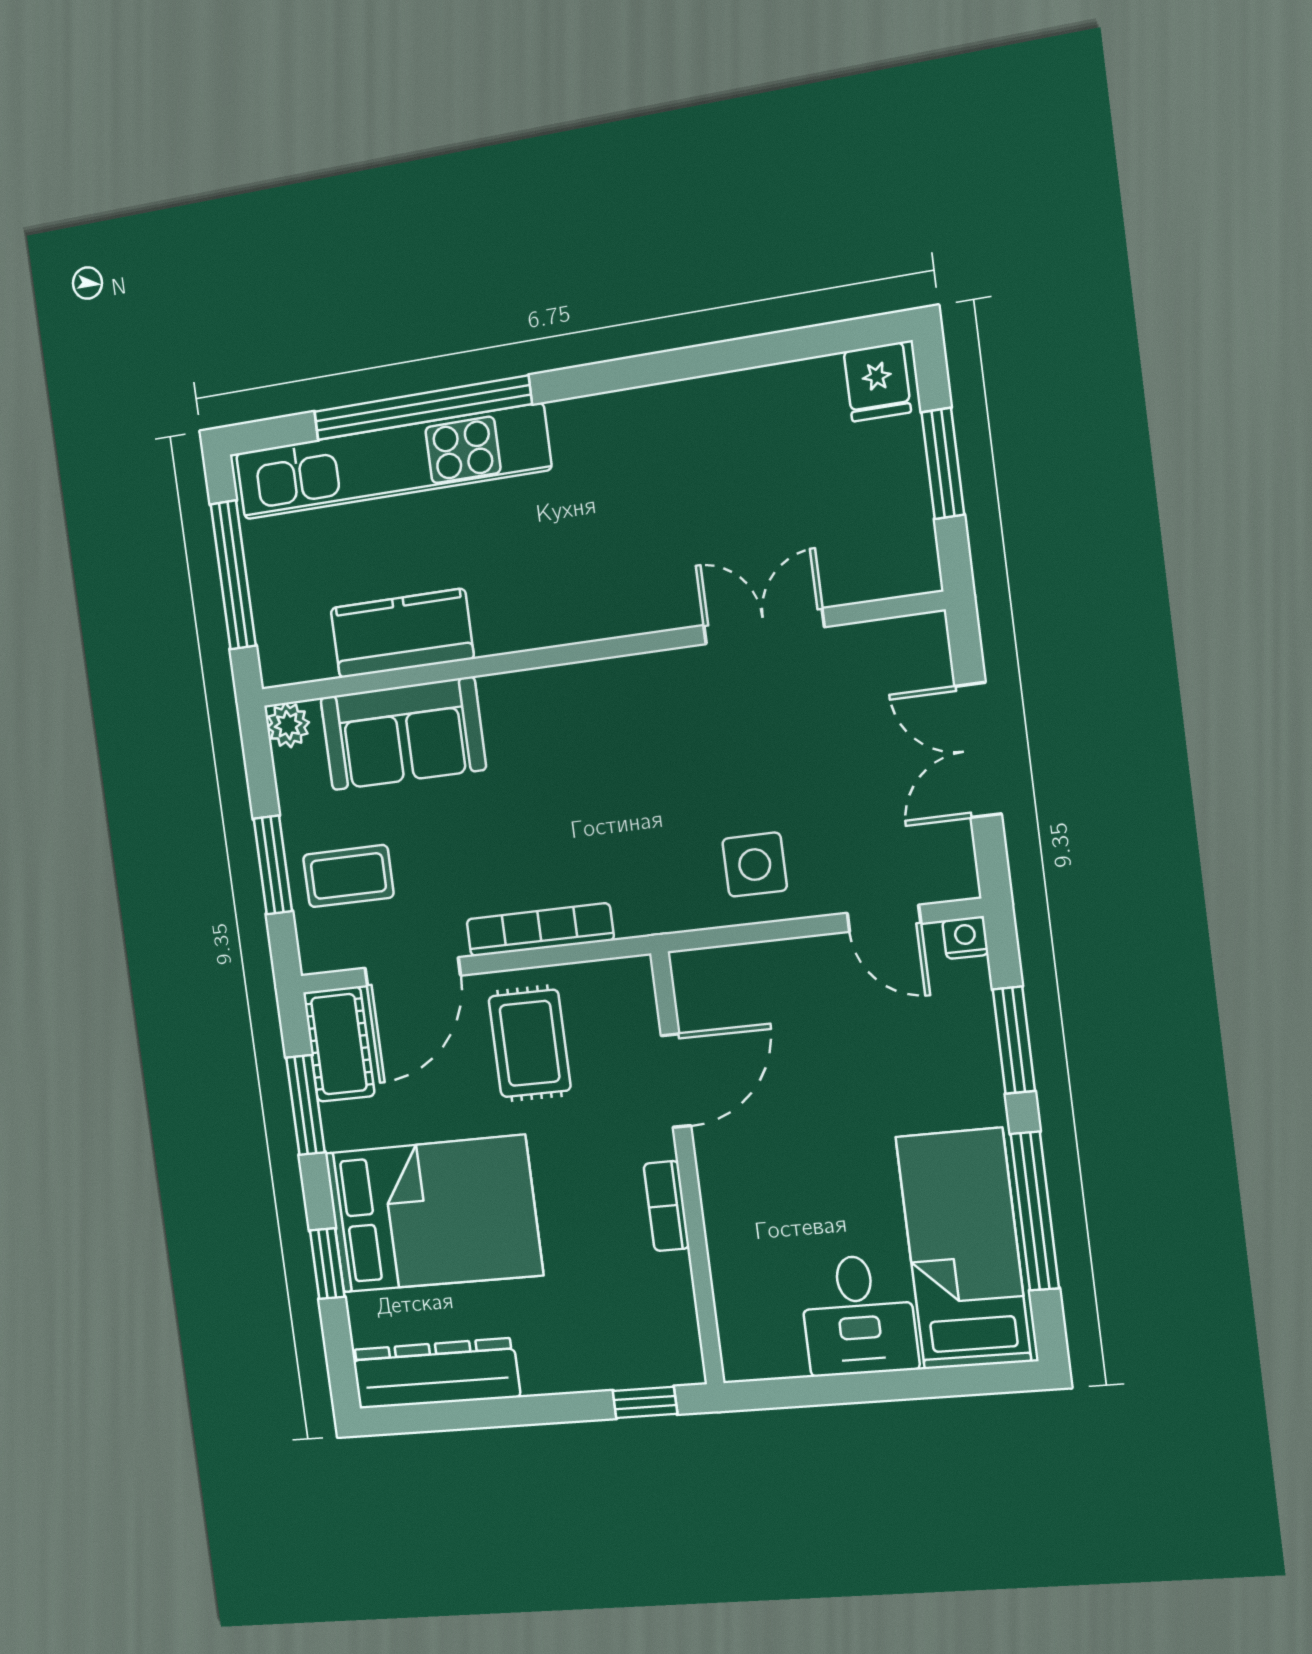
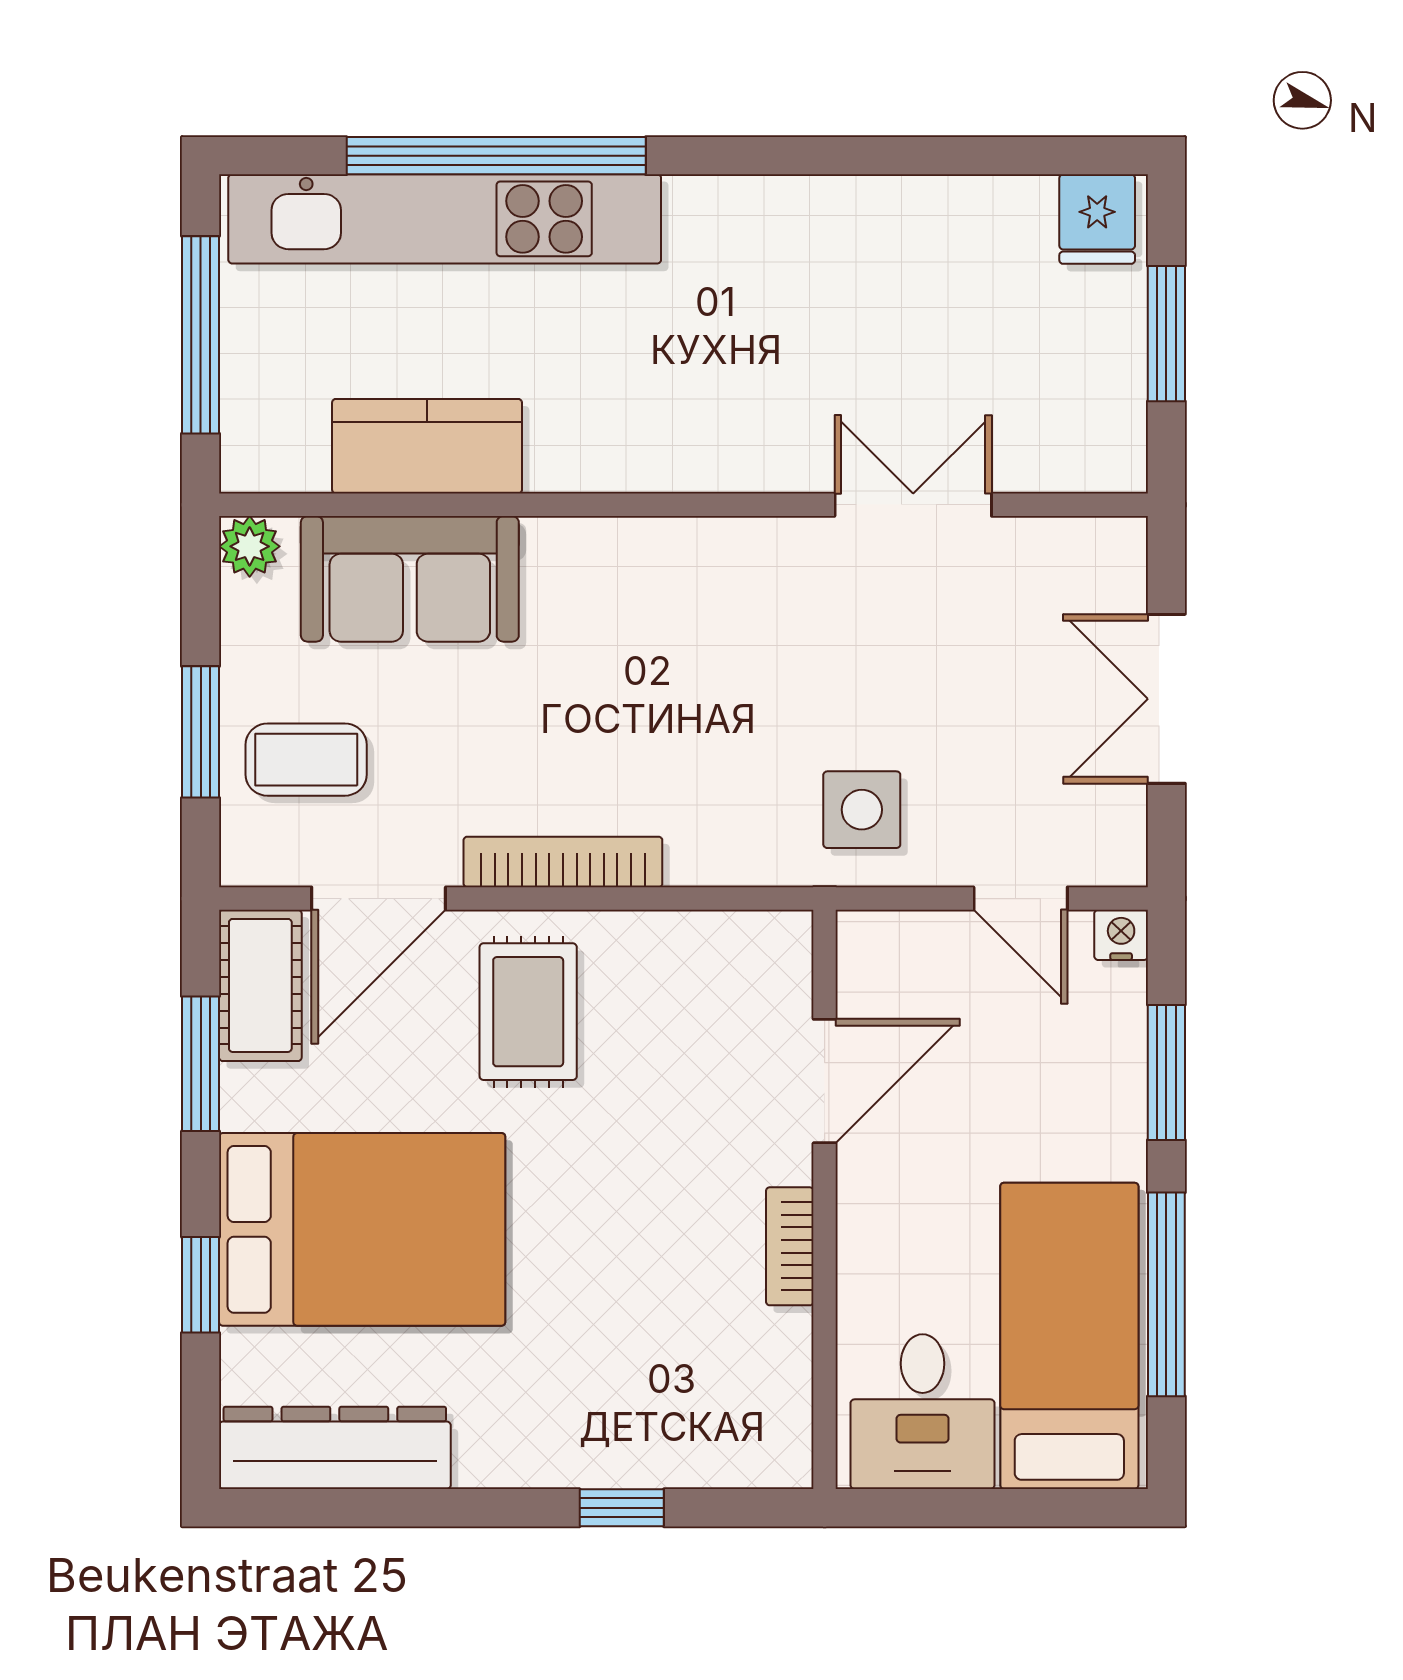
door: (676, 1081) -> (825, 1081), moved
wall: (687, 1169) -> (825, 1199), moved
bookcase: (666, 1206) -> (790, 1246), moved

